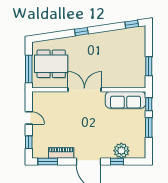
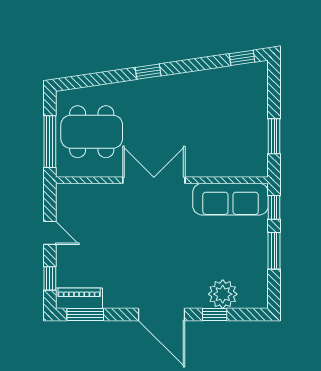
piano: (61, 153) -> (79, 298), moved

